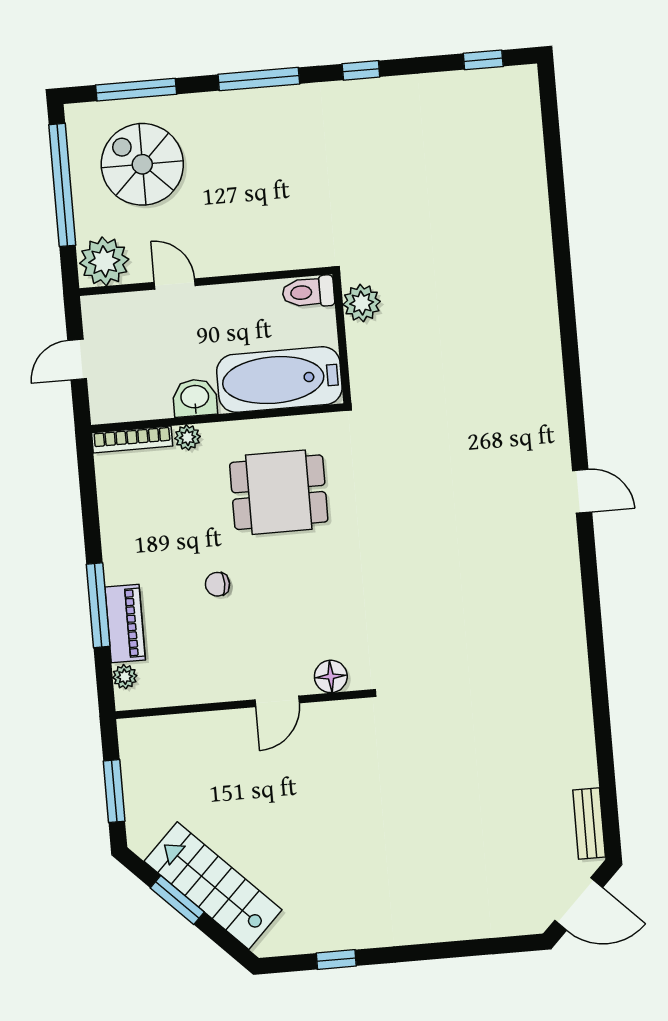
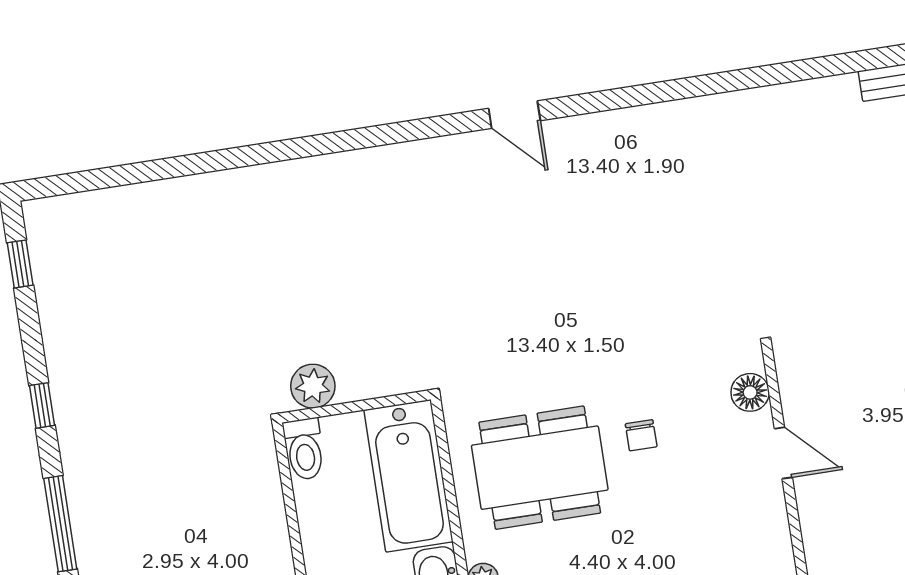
door: (582, 491) -> (514, 115), swing flipped
dining table: (279, 492) -> (540, 468), width x1.38
chair: (217, 584) -> (641, 435), moved

